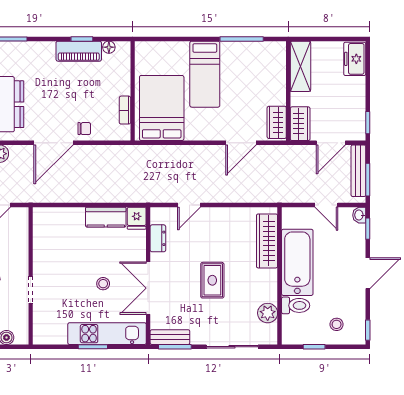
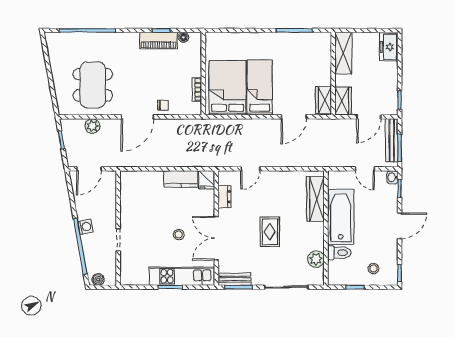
bed: (205, 74) -> (260, 88), moved, turned 180

